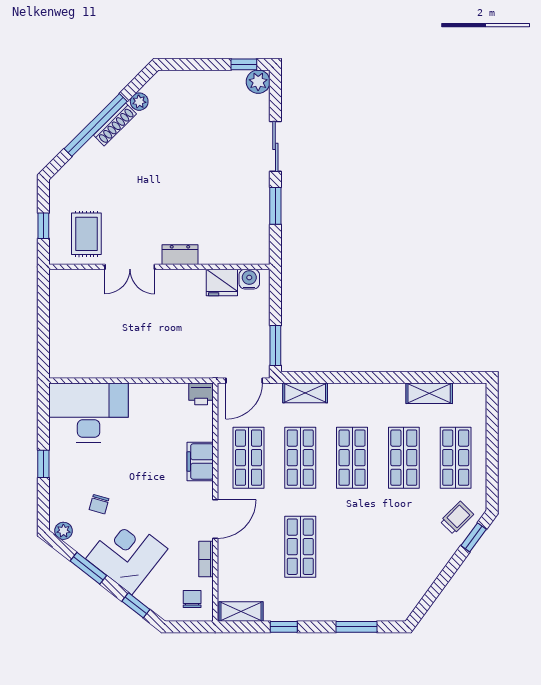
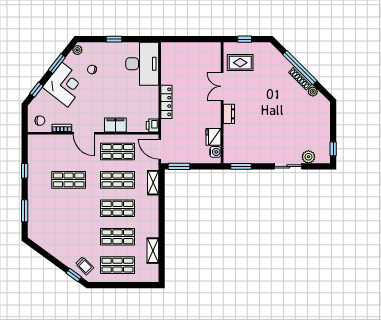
plant: (258, 82) -> (308, 157), moved
window: (275, 206) -> (241, 166), moved
locker: (158, 368) -> (166, 102), added
shelving: (241, 612) -> (33, 147), removed

